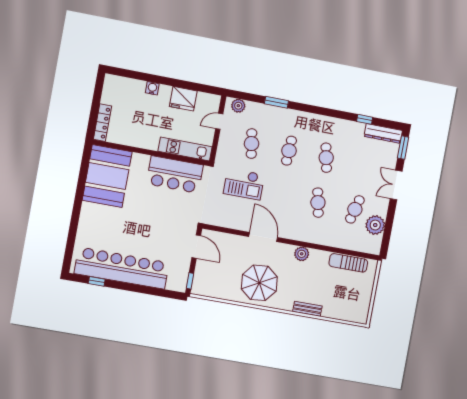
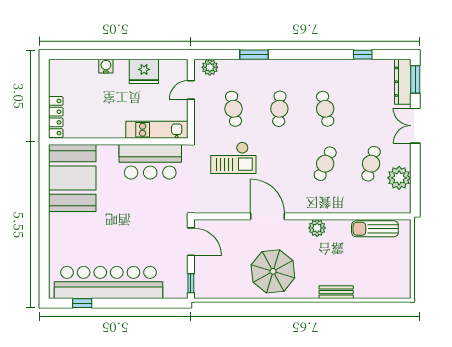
dresser: (383, 133) -> (403, 82), moved, turned 90
cafe table: (318, 203) -> (325, 164), turned 36

